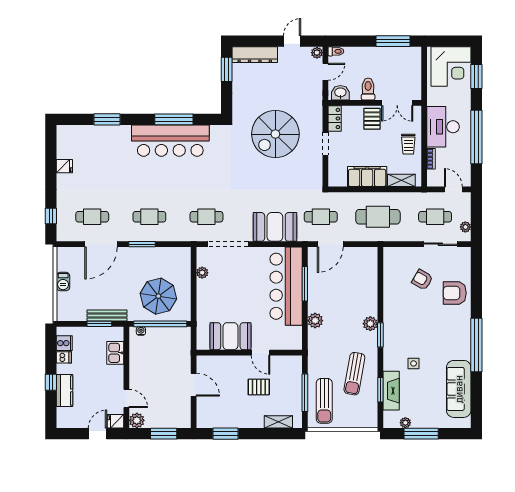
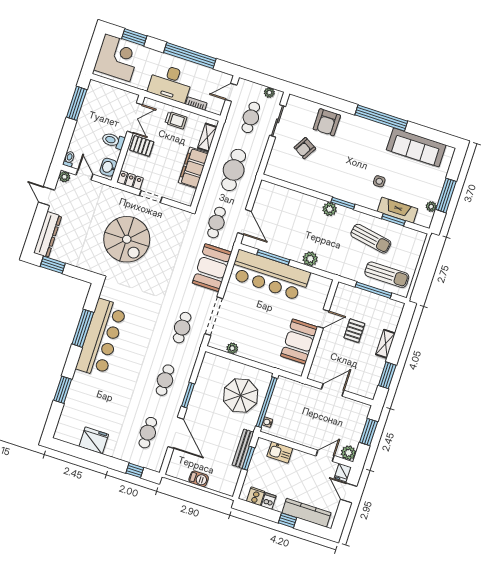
fridge: (64, 166) -> (94, 440), width x1.88, depth x1.34
kitchen counter: (64, 390) -> (307, 513), width x1.50
shelving: (278, 422) -> (385, 344), moved

